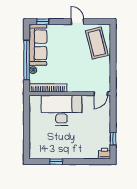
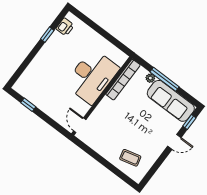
door: (77, 22) -> (174, 142), moved
coffee table: (97, 43) -> (130, 158), width x0.54, depth x0.58
window: (27, 60) -> (165, 79), width x0.68
printer: (104, 154) -> (65, 27), moved

